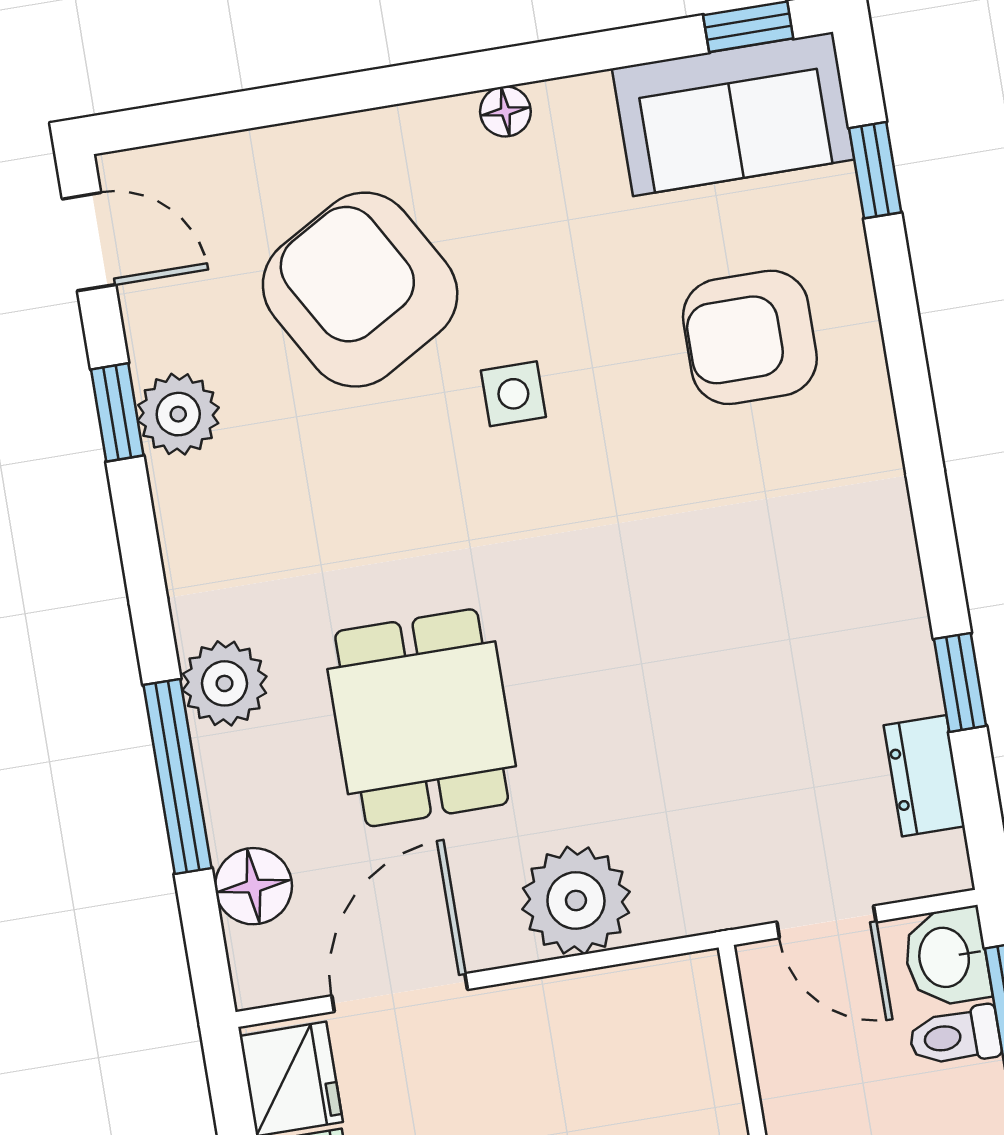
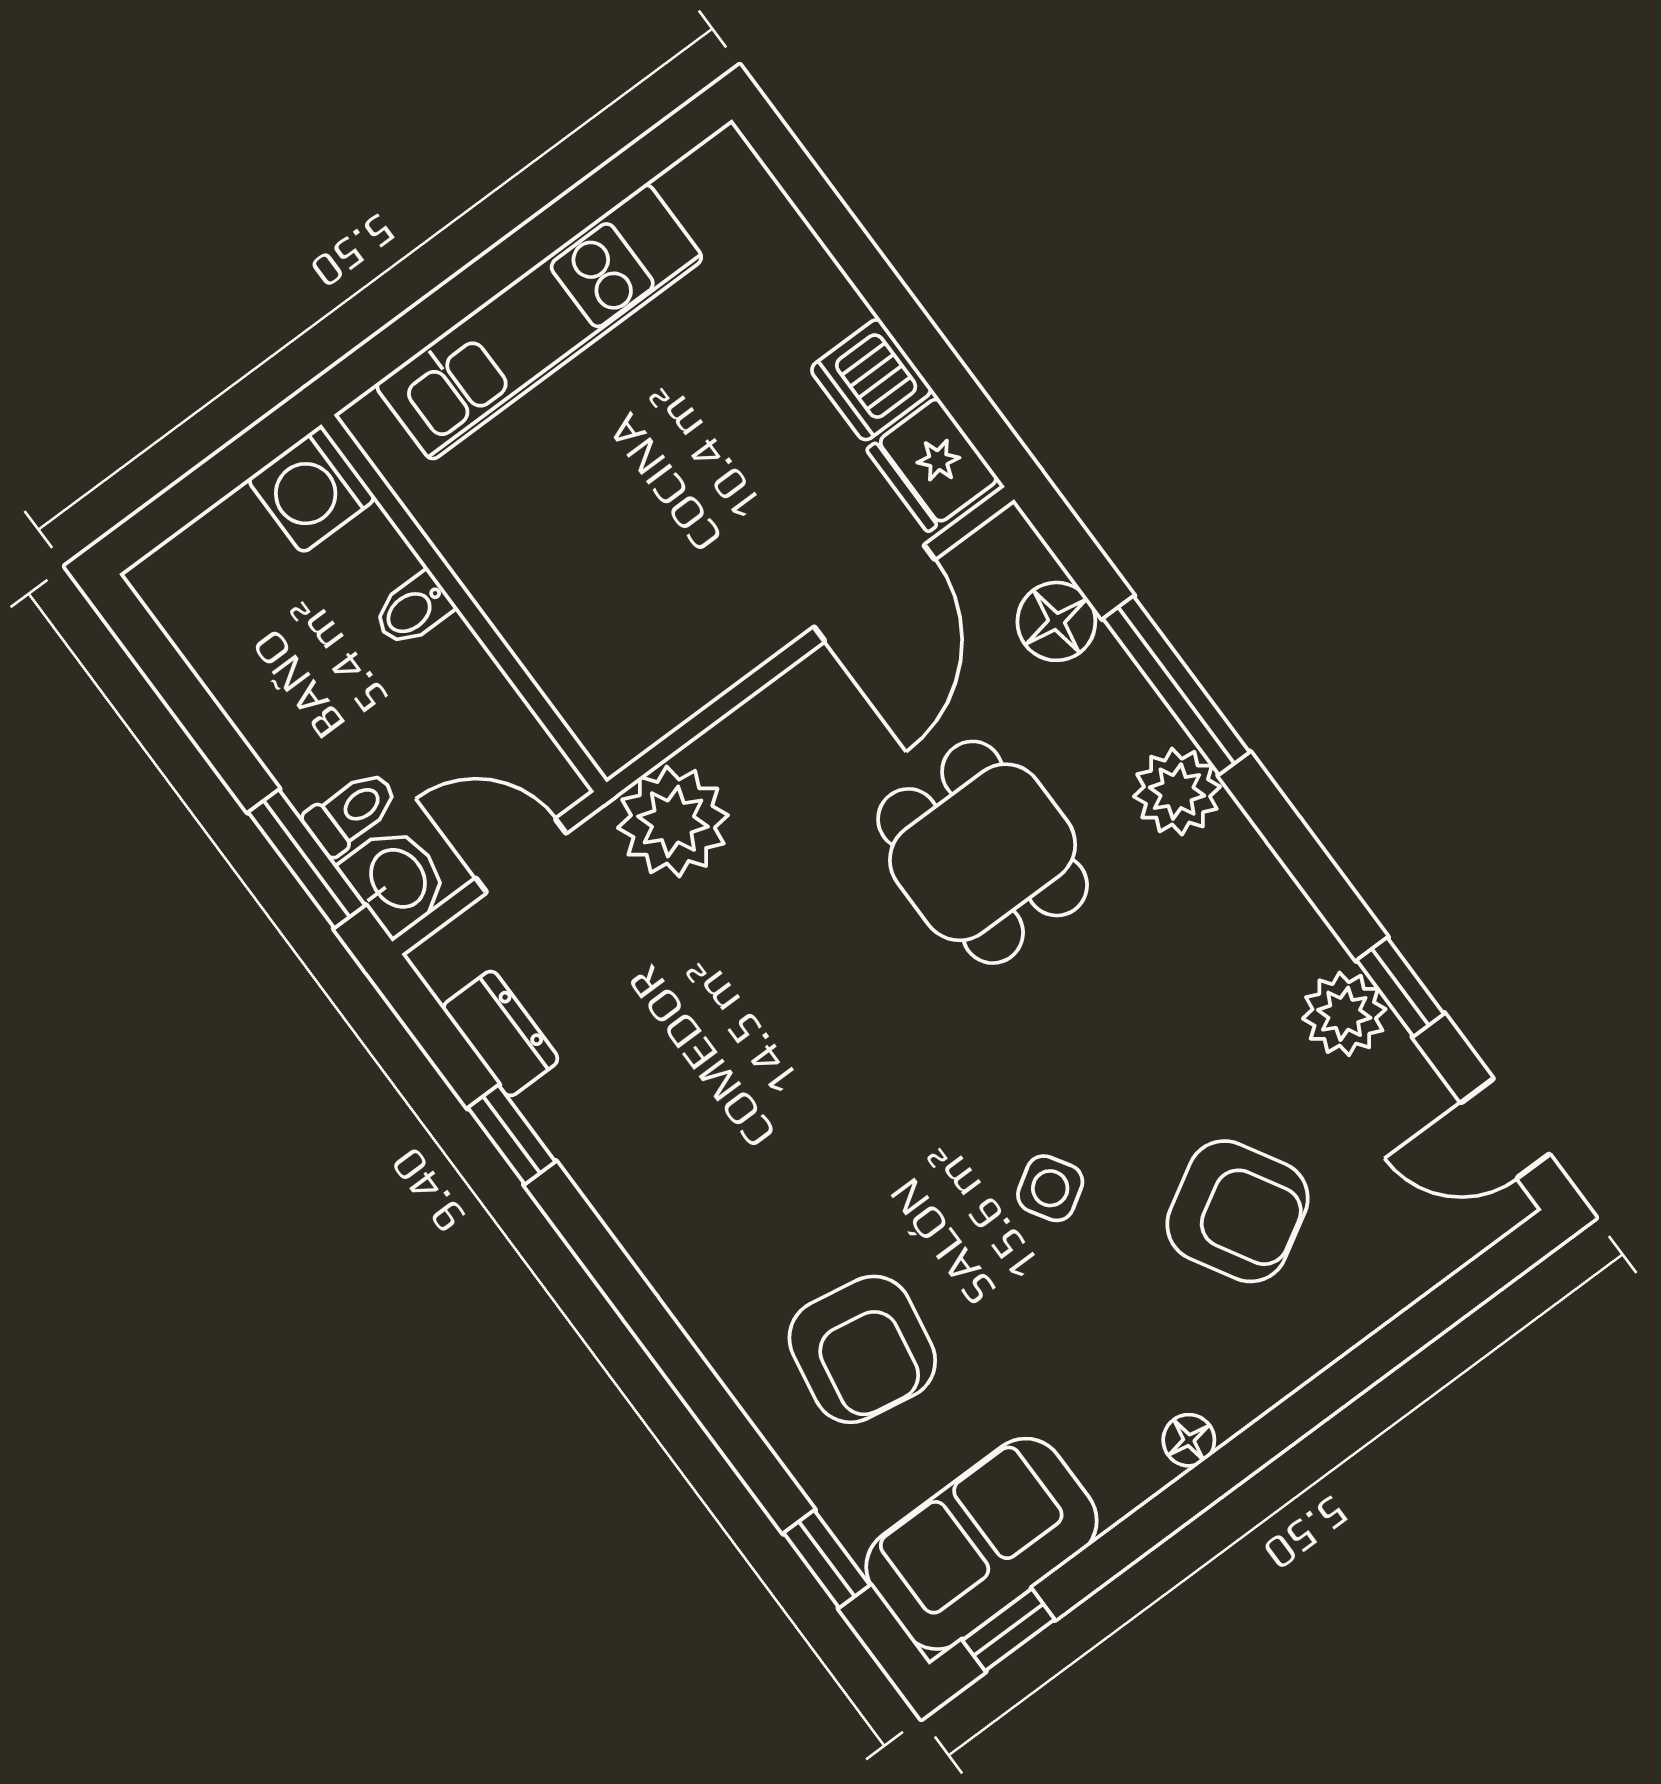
armchair: (360, 290) -> (1238, 1211), width x0.73, depth x0.73
armchair: (750, 337) -> (862, 1349), turned 100
side table: (513, 394) -> (1050, 1188), turned -32
plant: (576, 900) -> (673, 822), moved

